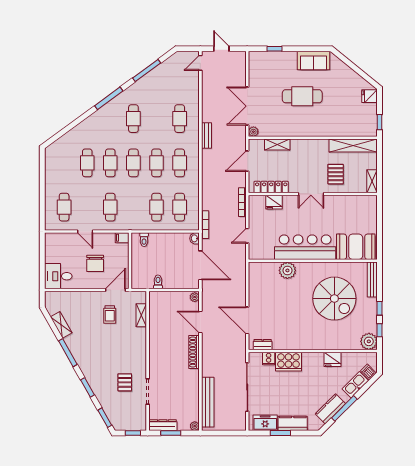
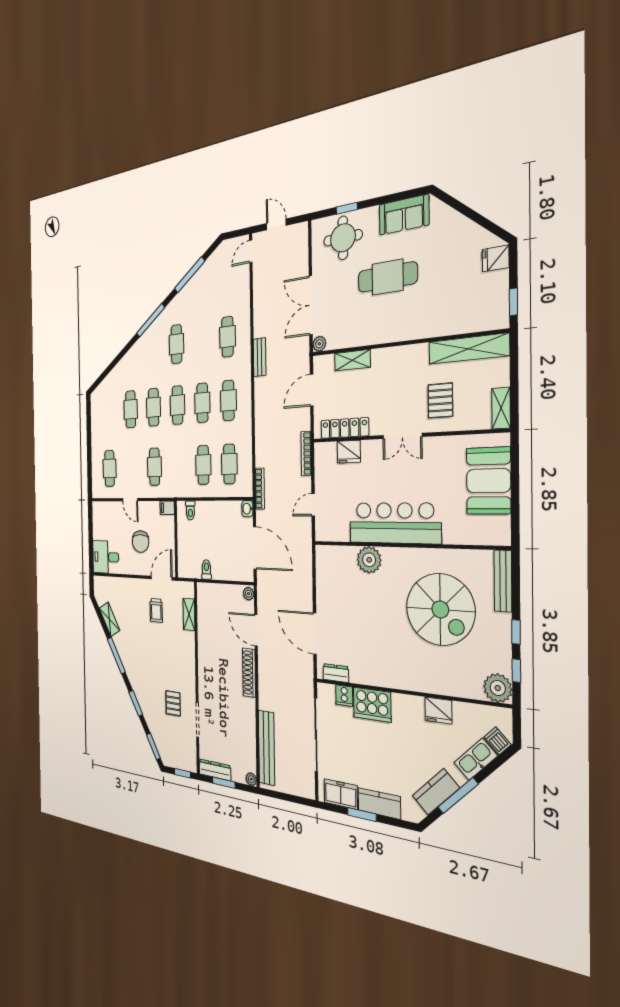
round table: (272, 67) -> (343, 238), added
booth: (356, 247) -> (488, 481), moved, turned 90

